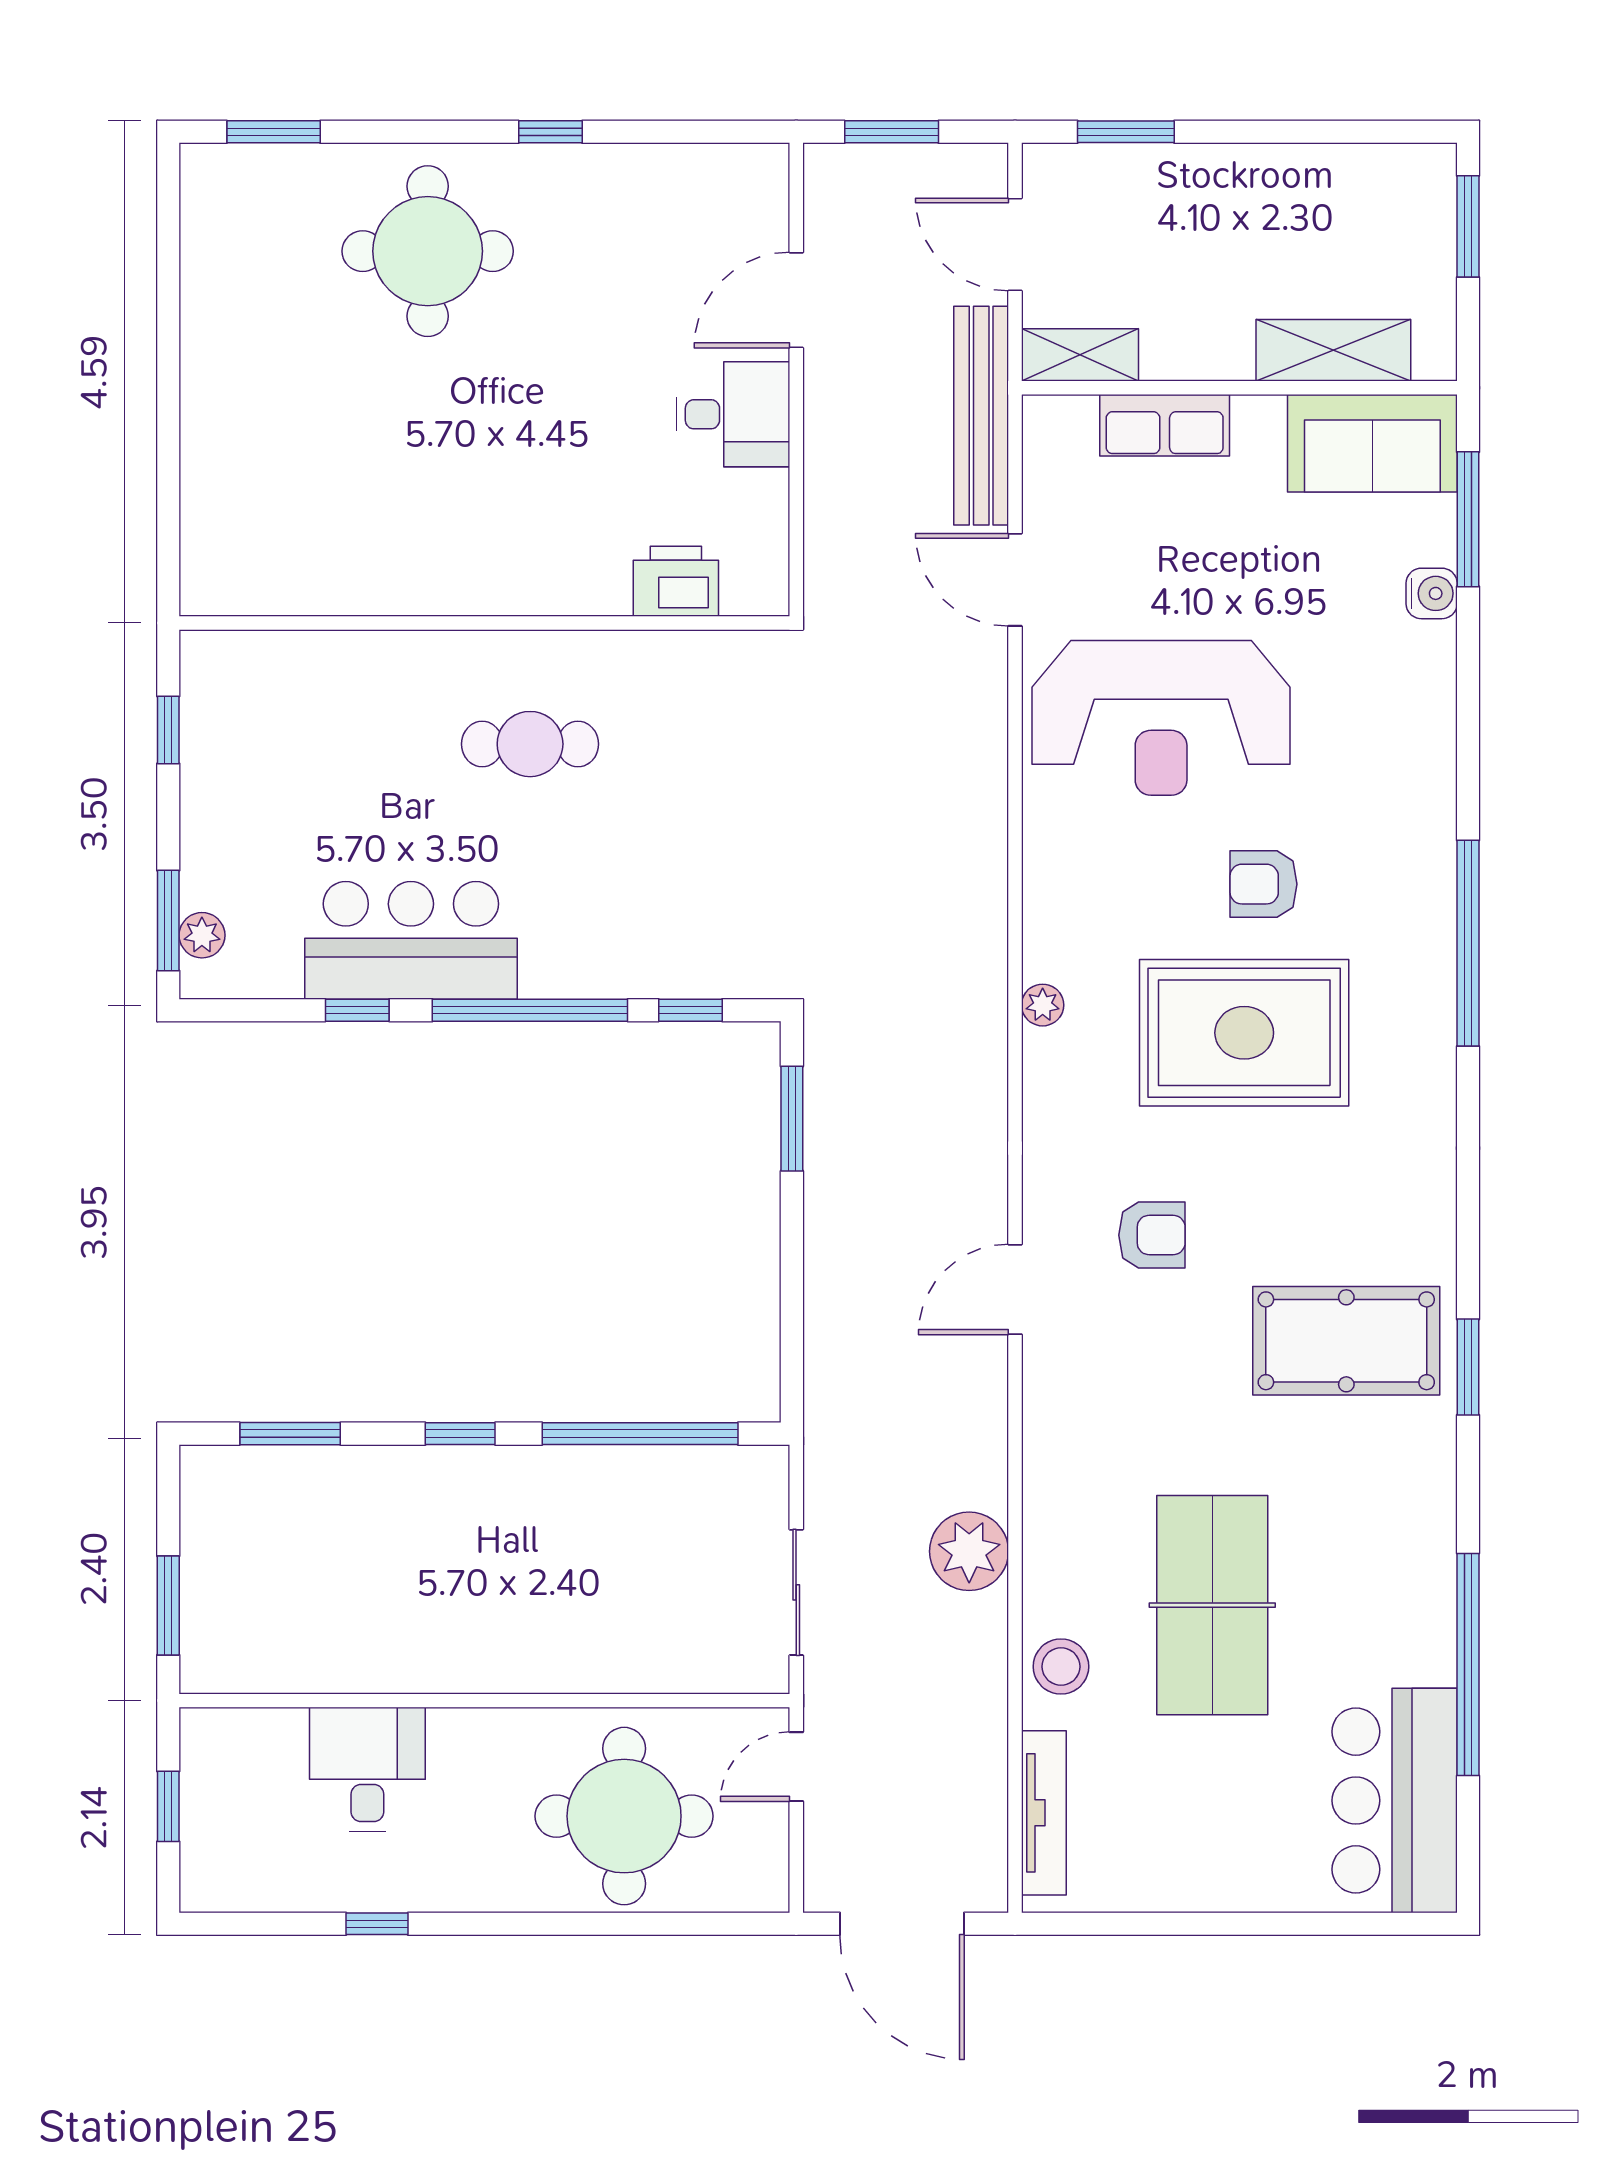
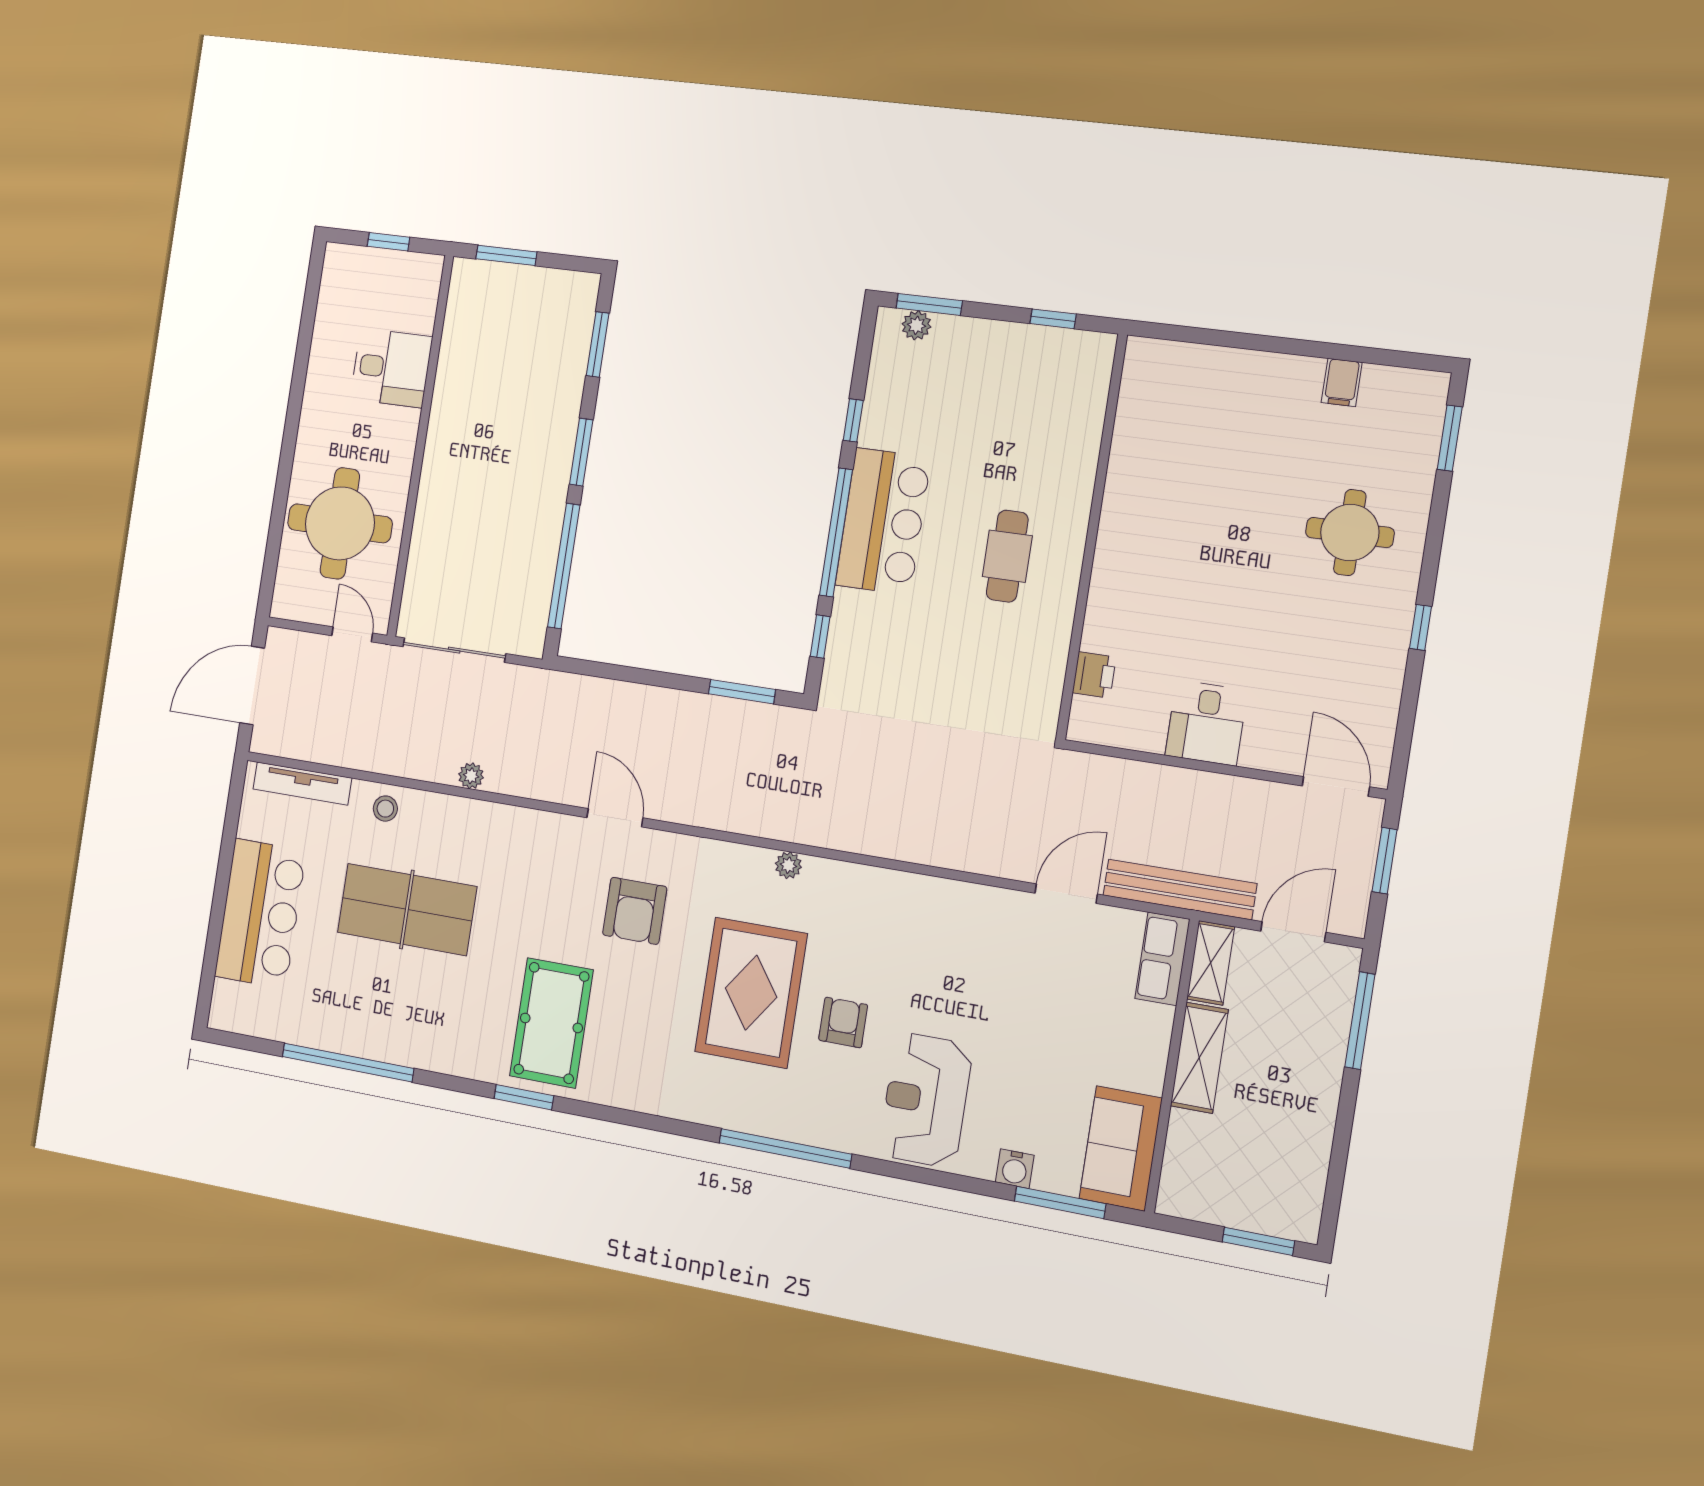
window: (1126, 132) -> (1360, 1021), width x1.44
round table: (428, 251) -> (1350, 533), width x0.73, depth x0.73
filing cabinet: (212, 295) -> (1342, 382), added
door: (796, 300) -> (1336, 786), moved
shelving: (1333, 350) -> (1199, 1058), moved
row of seats: (1165, 425) -> (1162, 959), moved
printer: (676, 581) -> (1094, 675), width x0.73, depth x0.81
reception desk: (1161, 718) -> (926, 1100), moved, width x0.74, depth x0.77
bar counter: (411, 940) -> (883, 521), moved
armchair: (1152, 1235) -> (635, 911), width x1.38, depth x1.38
window: (460, 1434) -> (581, 452), width x1.50
plant: (969, 1551) -> (471, 776), width x0.53, depth x0.53
sliding door: (796, 1592) -> (454, 650), width x1.37
stool: (1061, 1667) -> (385, 809), width x0.73, depth x0.73
bar counter: (1395, 1800) -> (260, 914), moved, turned 90
window: (377, 1924) -> (301, 362), removed

